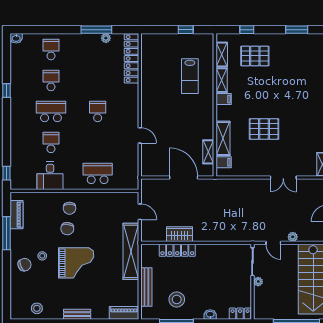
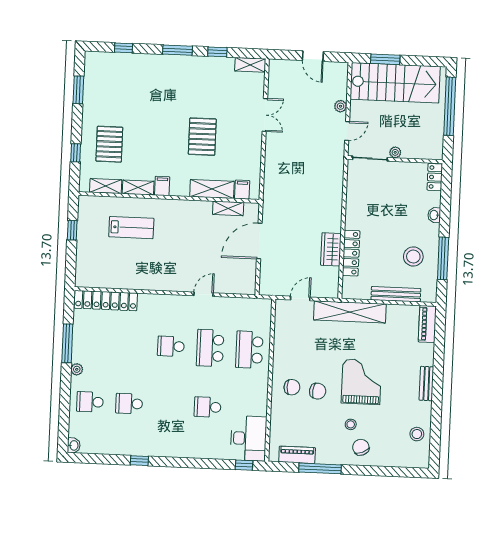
plant: (106, 38) -> (77, 369), moved
school desk: (51, 111) -> (210, 348), moved
desk: (50, 176) -> (249, 438), moved, width x1.37

